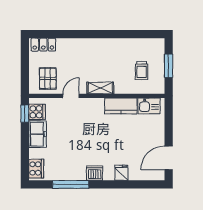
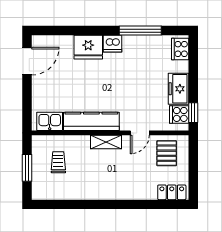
kitchen counter: (121, 106) -> (91, 121), width x1.50
fridge: (121, 173) -> (88, 47), width x1.88, depth x1.34

